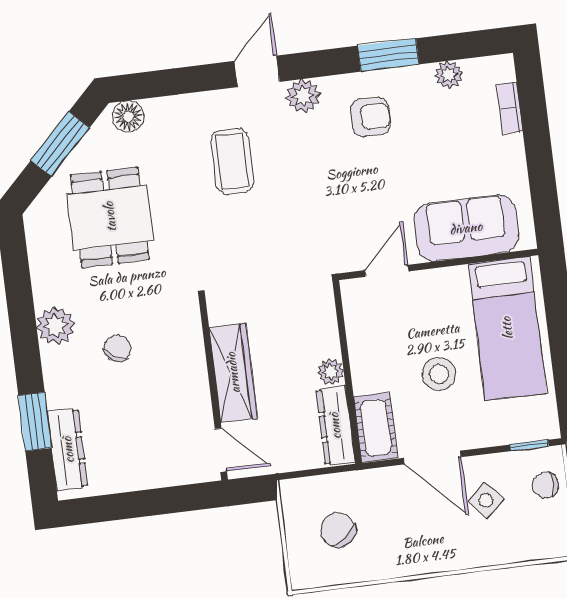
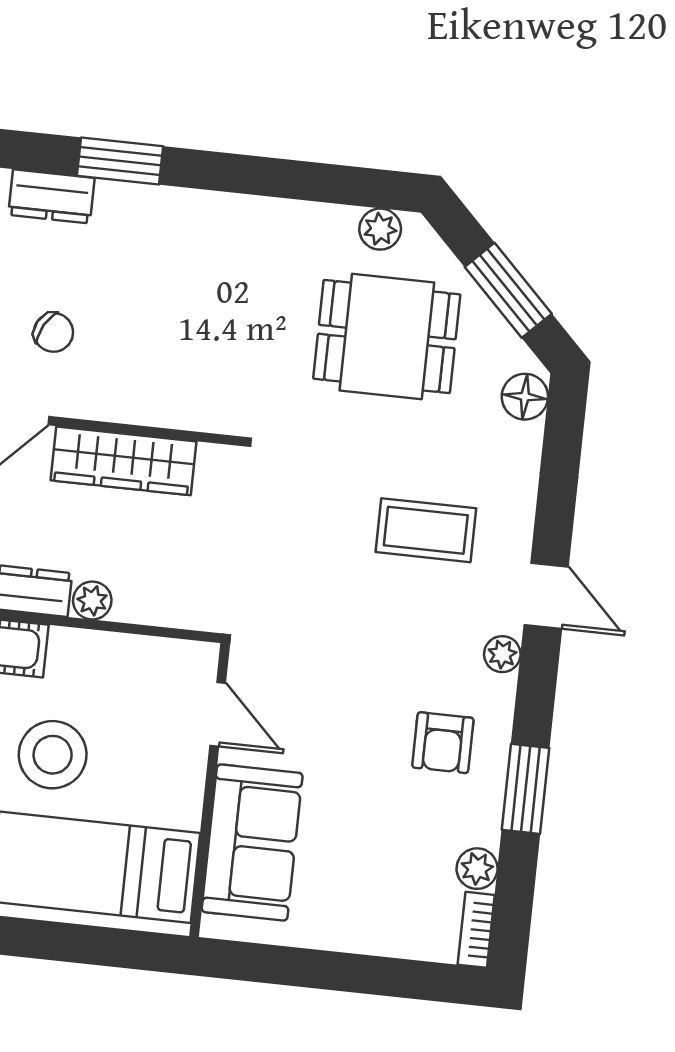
plant: (303, 96) -> (502, 654), width x0.73, depth x0.73
bookcase: (510, 108) -> (476, 930), moved, turned -90
plant: (56, 326) -> (380, 229), moved, width x0.73, depth x0.73
chair: (117, 348) -> (53, 332), moved
stool: (439, 374) -> (53, 755), width x1.38, depth x1.38
dresser: (68, 450) -> (51, 196), width x0.70

